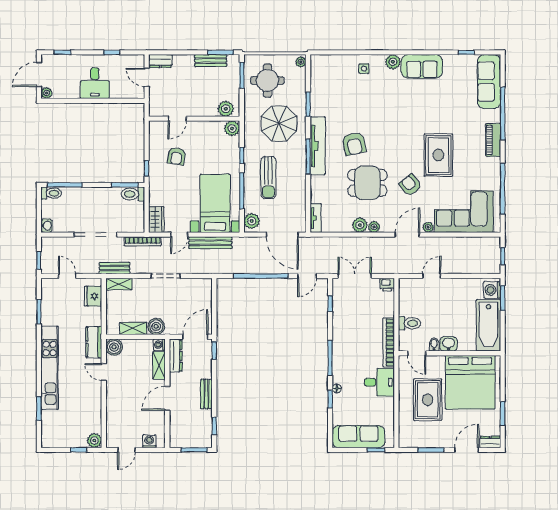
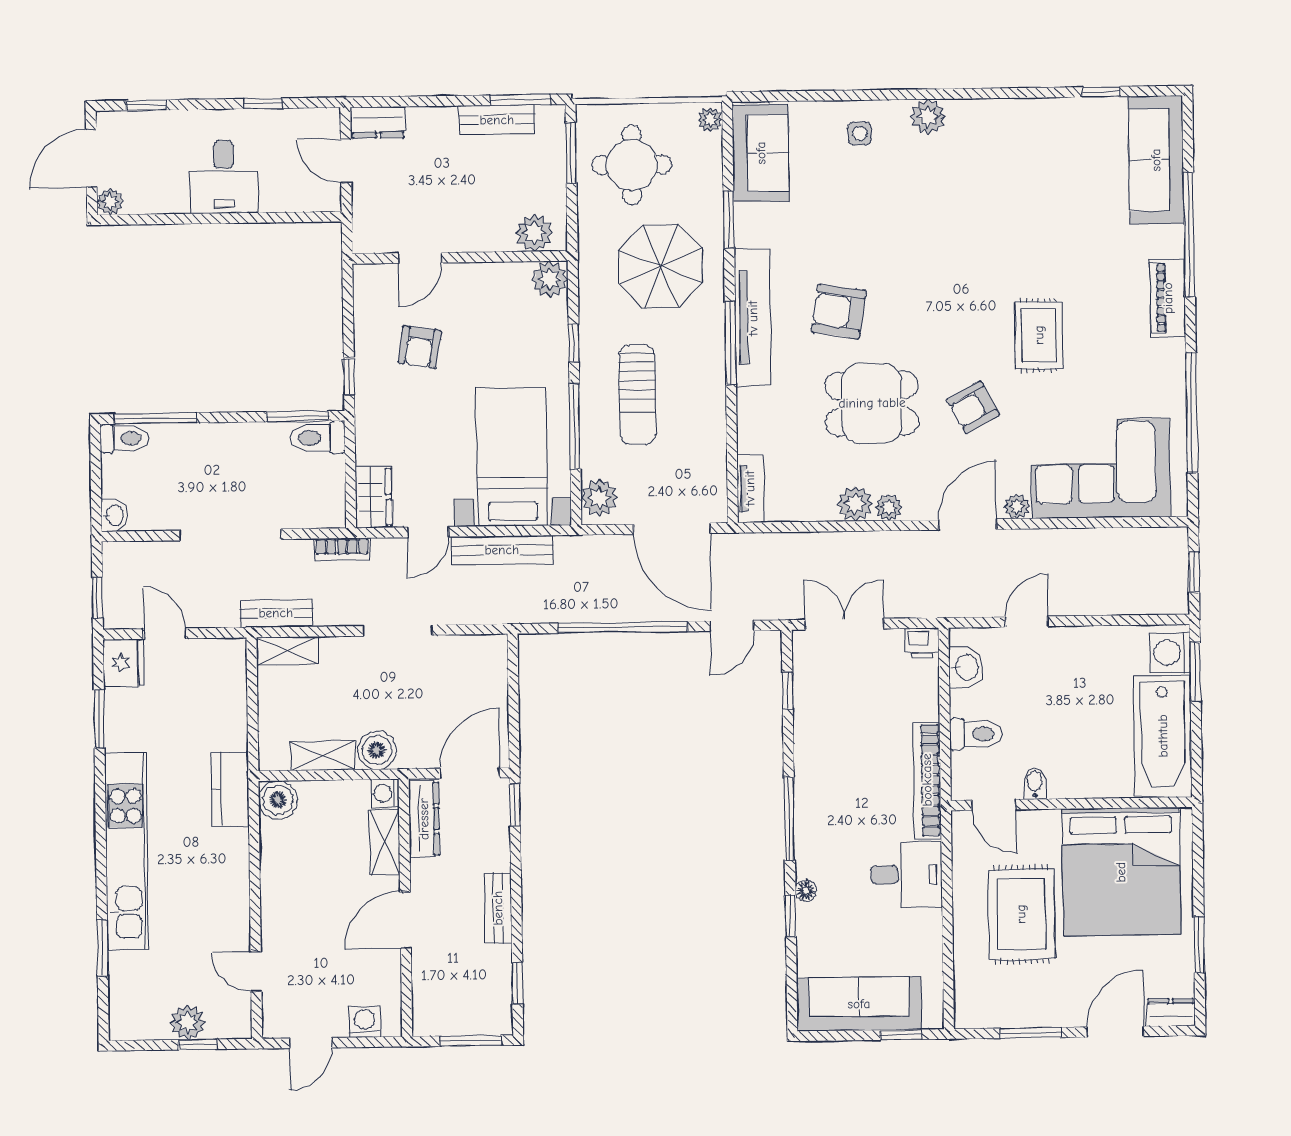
sofa: (422, 66) -> (761, 153), moved, turned -90
armchair: (354, 144) -> (839, 311), turned 112
rug: (438, 155) -> (1039, 335), width x0.73, depth x0.70
armchair: (410, 185) -> (973, 407), turned -80
bookcase: (143, 241) -> (342, 549), width x0.64
fridge: (93, 296) -> (124, 663), moved, turned 180
washbasin: (448, 344) -> (966, 667), moved, turned 90
door: (104, 372) -> (256, 971), moved
plant: (94, 441) -> (188, 1023), moved

